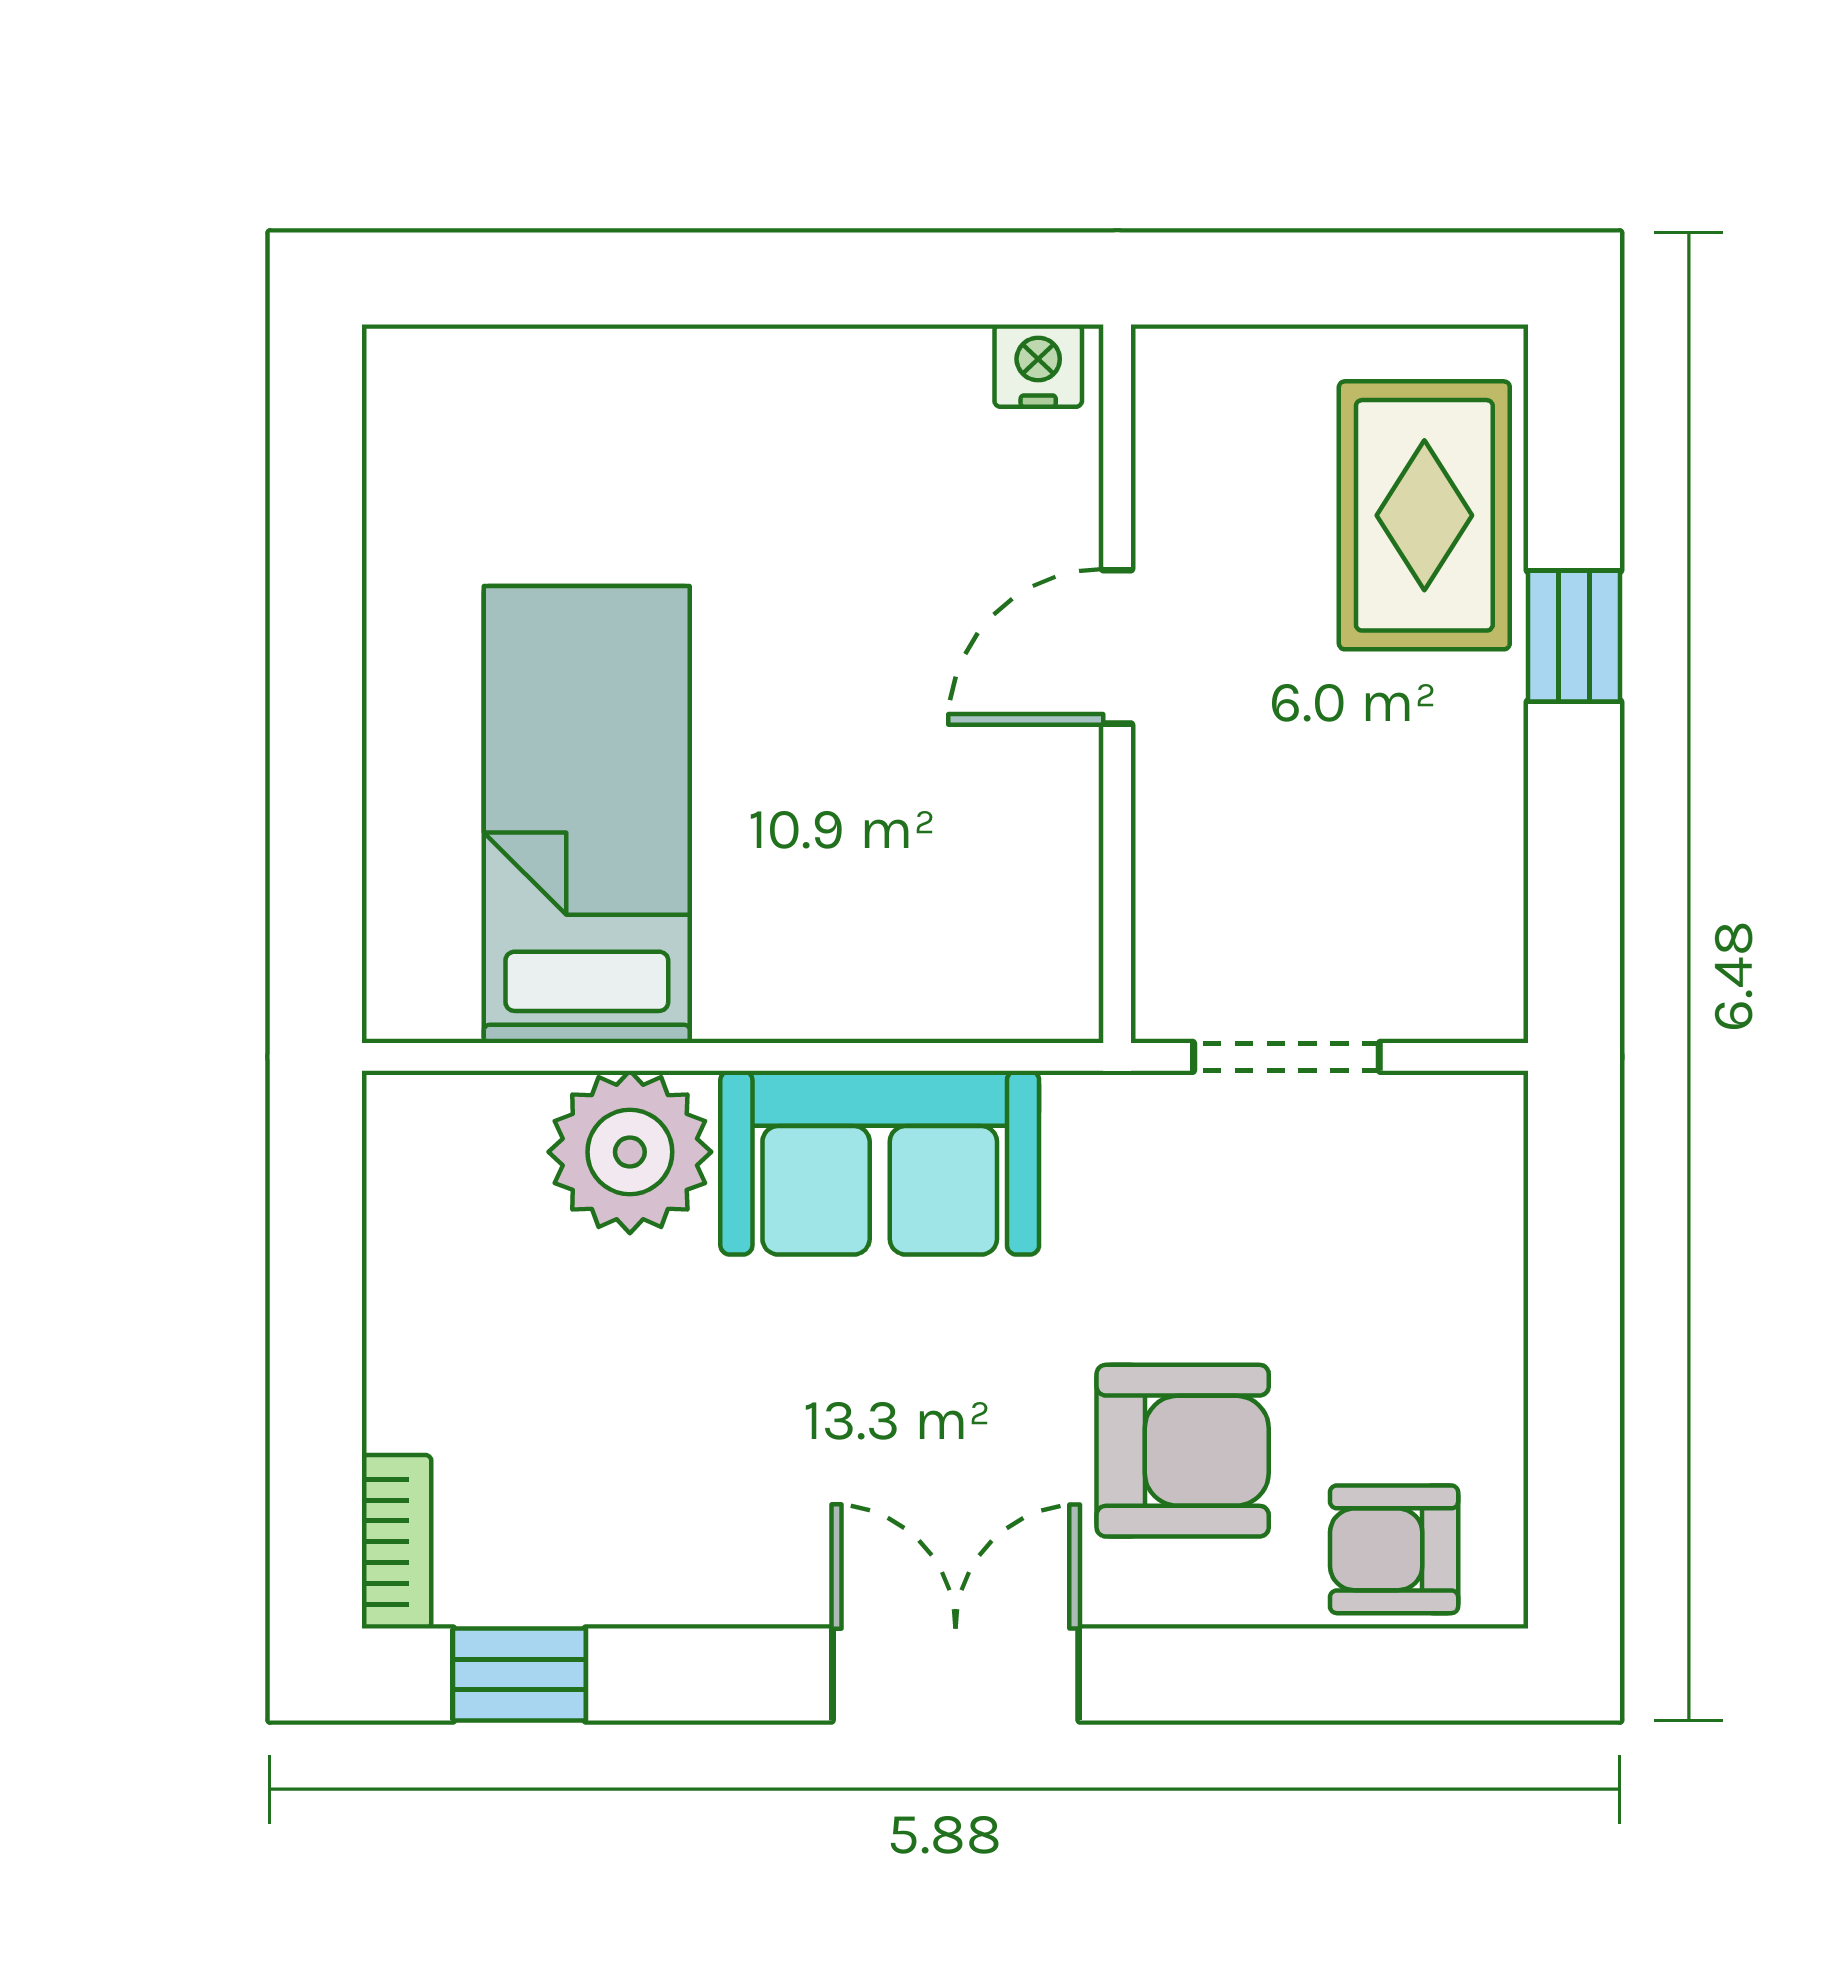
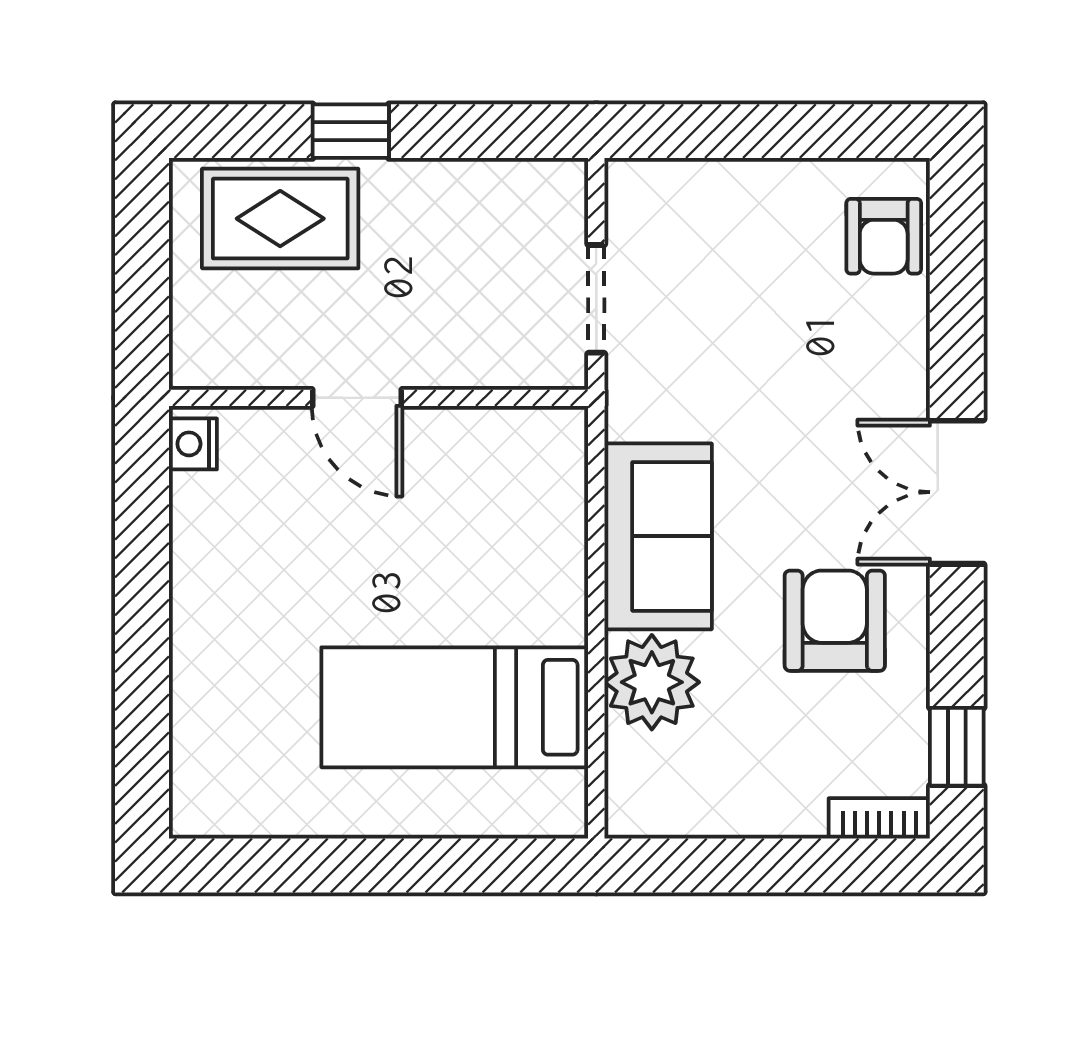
armchair: (1183, 1451) -> (835, 621), moved

